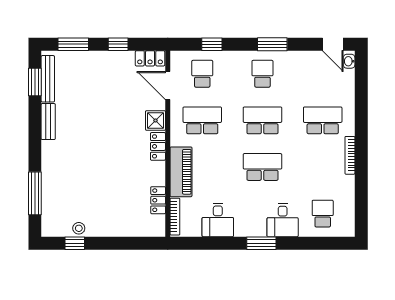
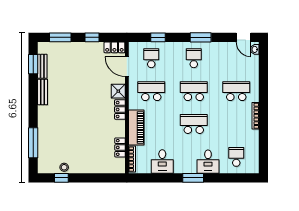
bench: (48, 79) -> (42, 66), width x0.73

